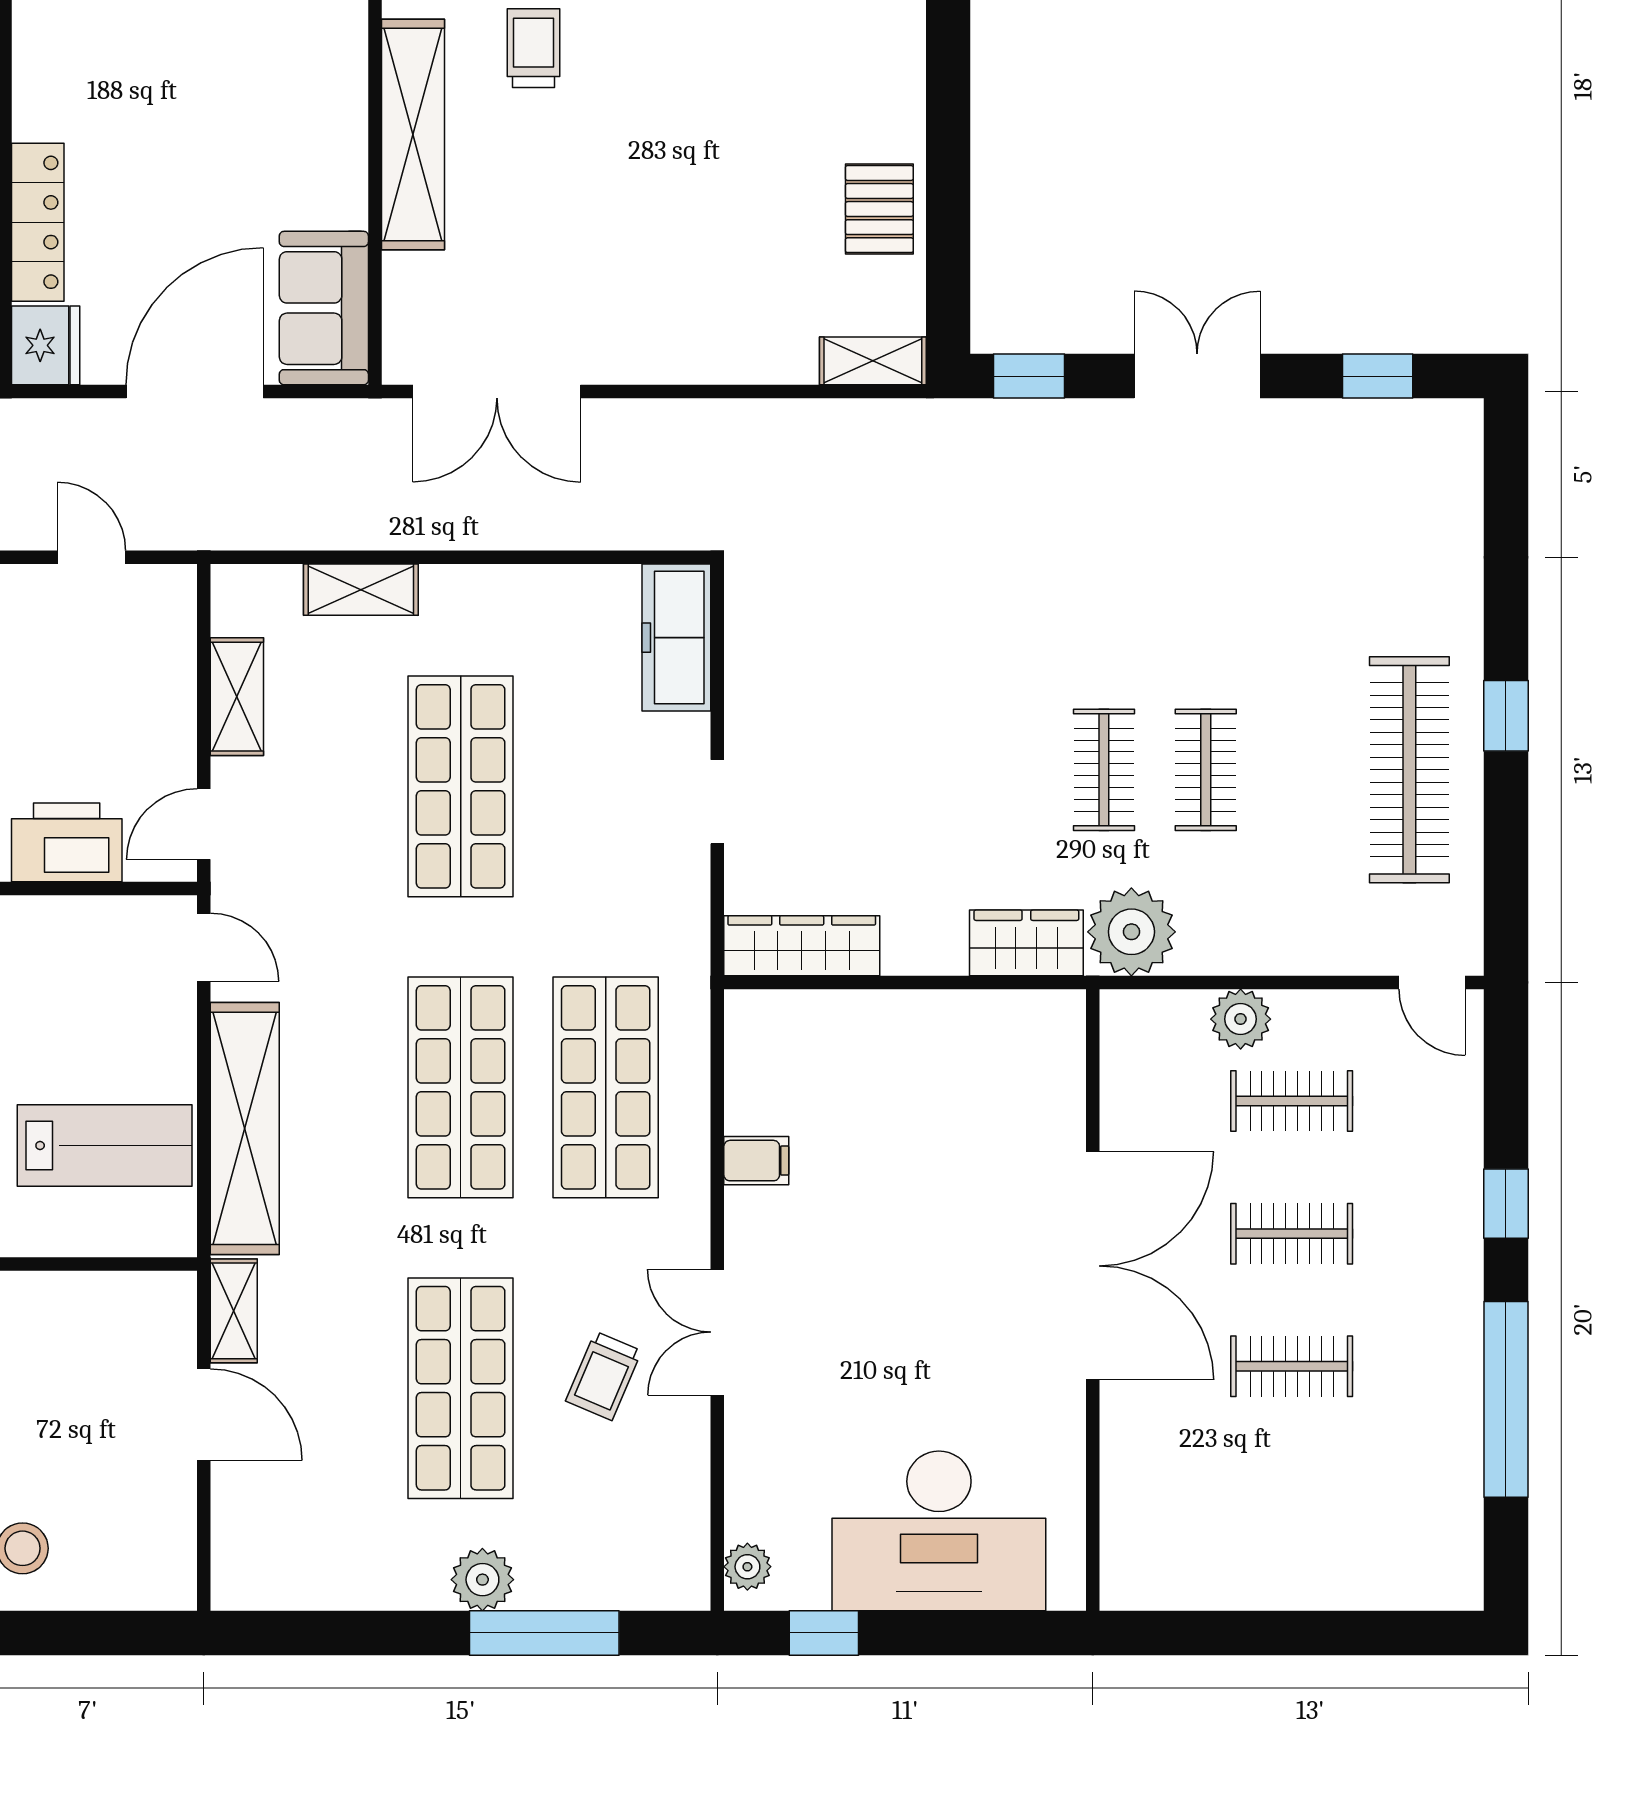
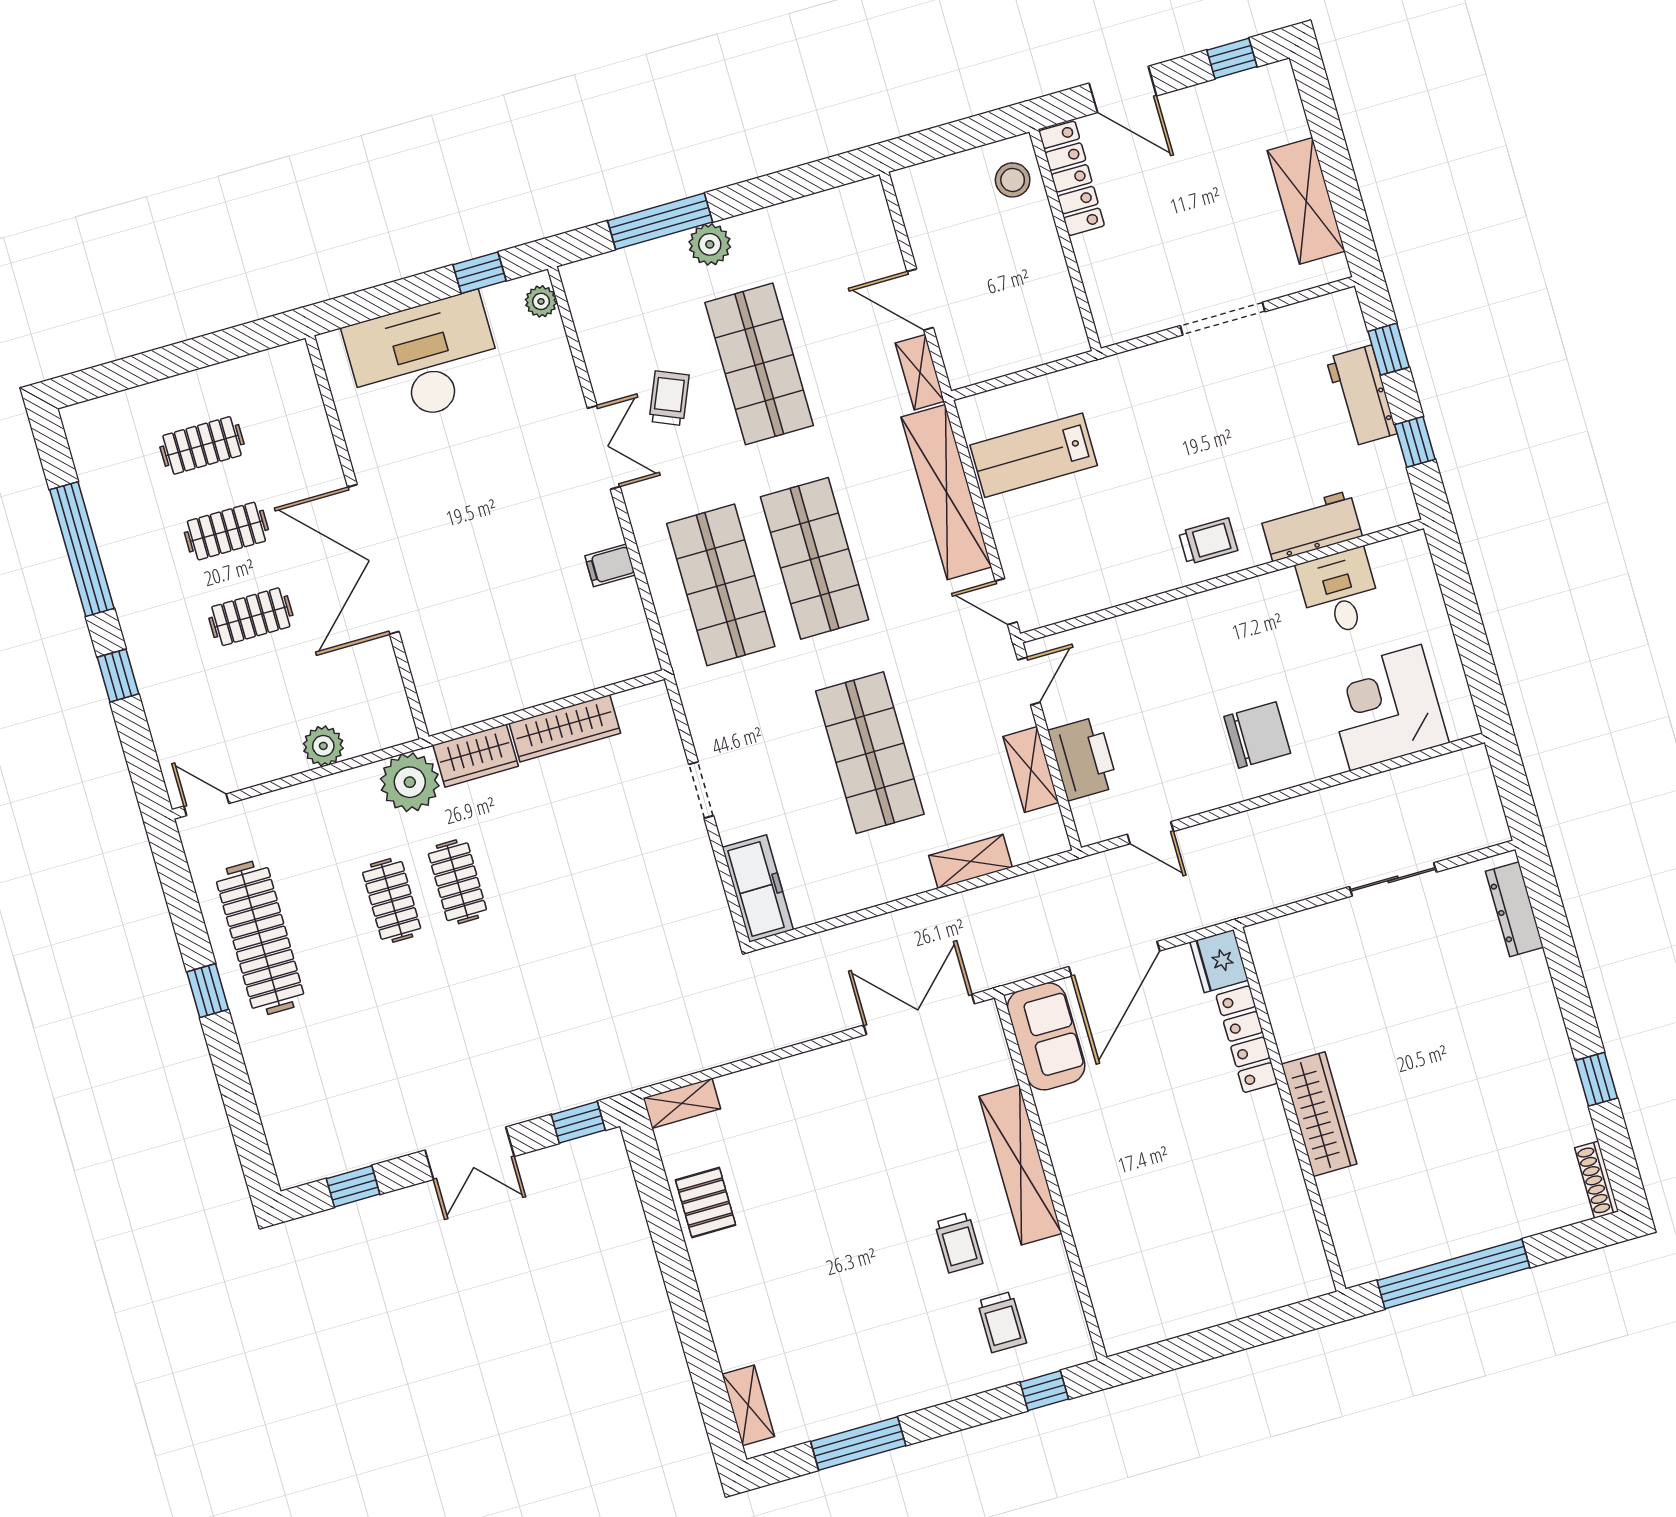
printer: (67, 842) -> (1083, 758), moved, turned -90
wardrobe: (802, 946) -> (565, 728), moved
clothes rail: (1292, 1101) -> (202, 445), moved

